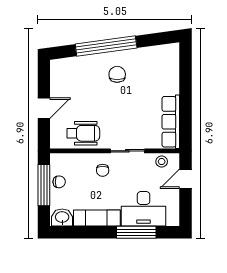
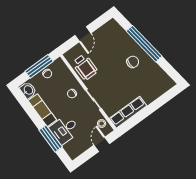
door: (44, 108) -> (83, 34), hinge flipped
door: (186, 179) -> (102, 144), hinge flipped
desk: (144, 209) -> (65, 130), width x0.73

